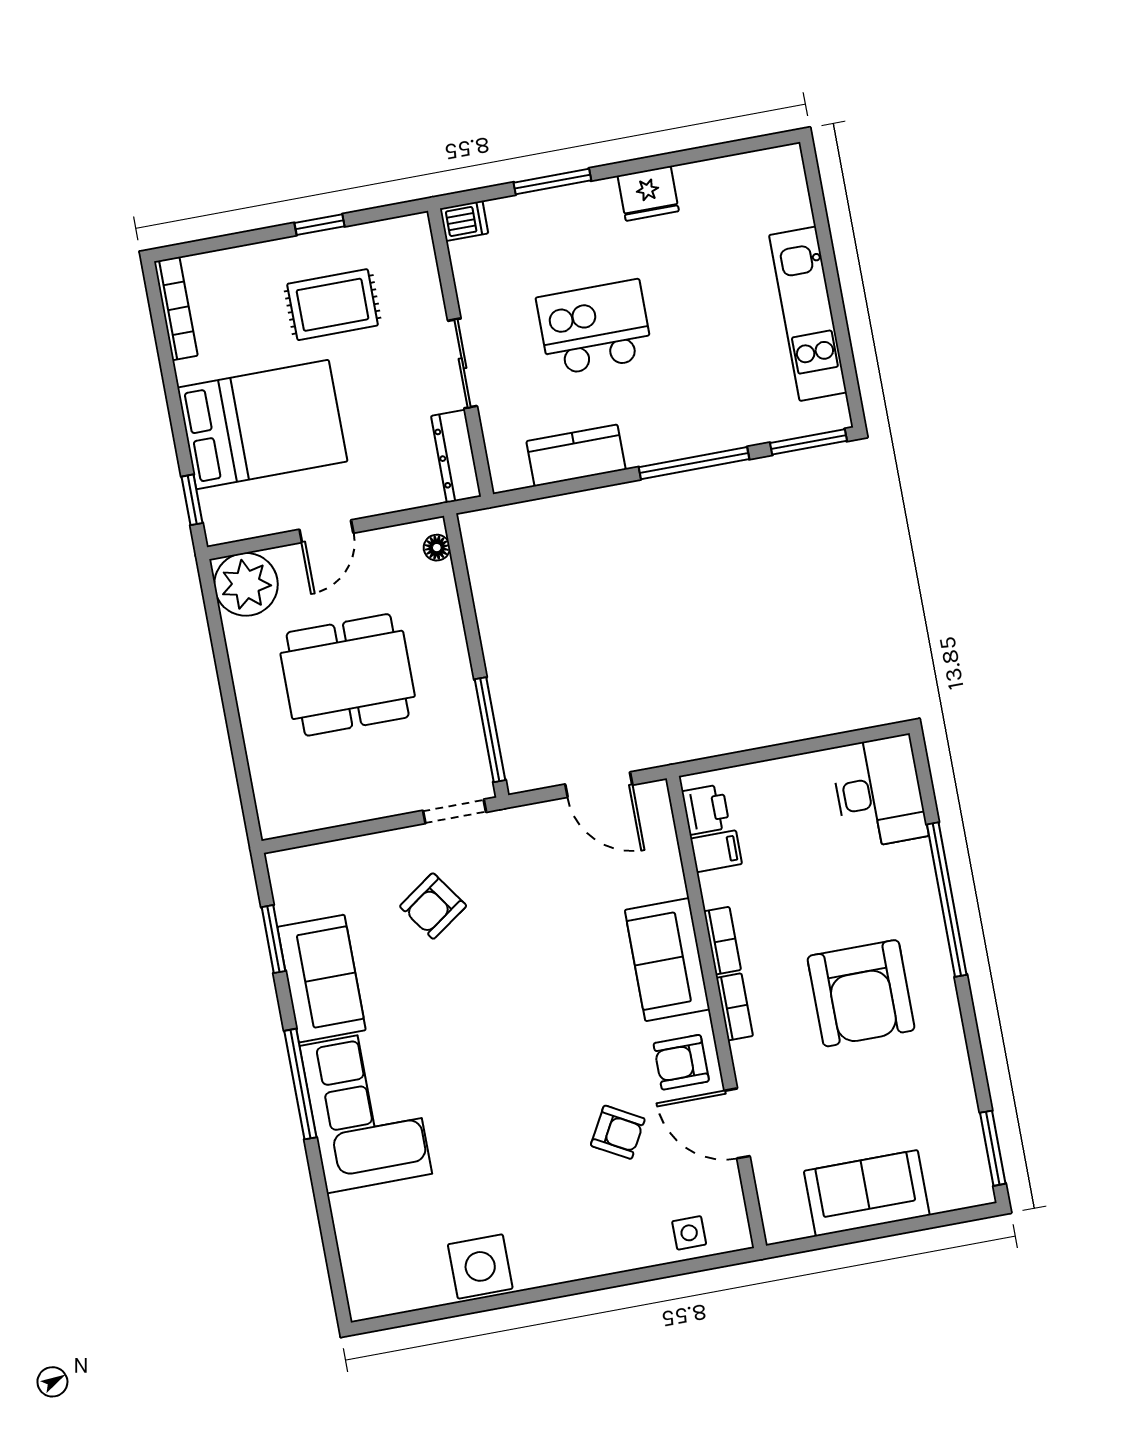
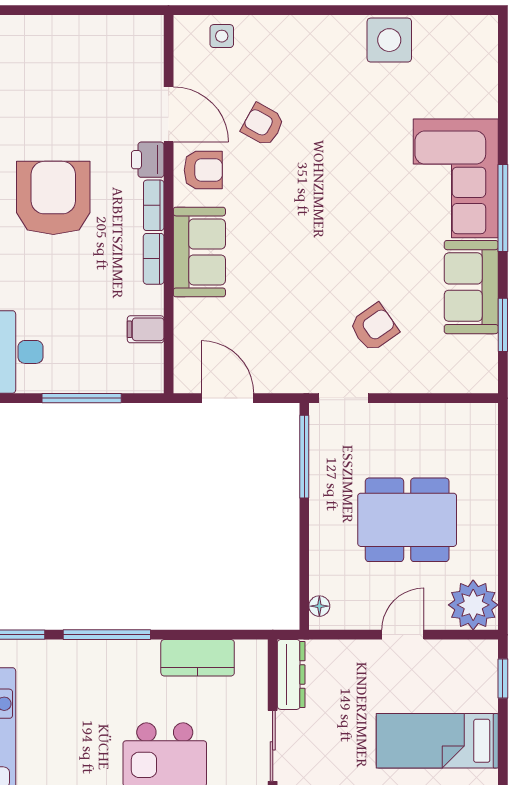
bed: (262, 425) -> (437, 741), width x0.67
window: (780, 751) -> (82, 398), added
printer: (706, 810) -> (148, 160), moved
sofa: (867, 1193) -> (78, 41), removed

